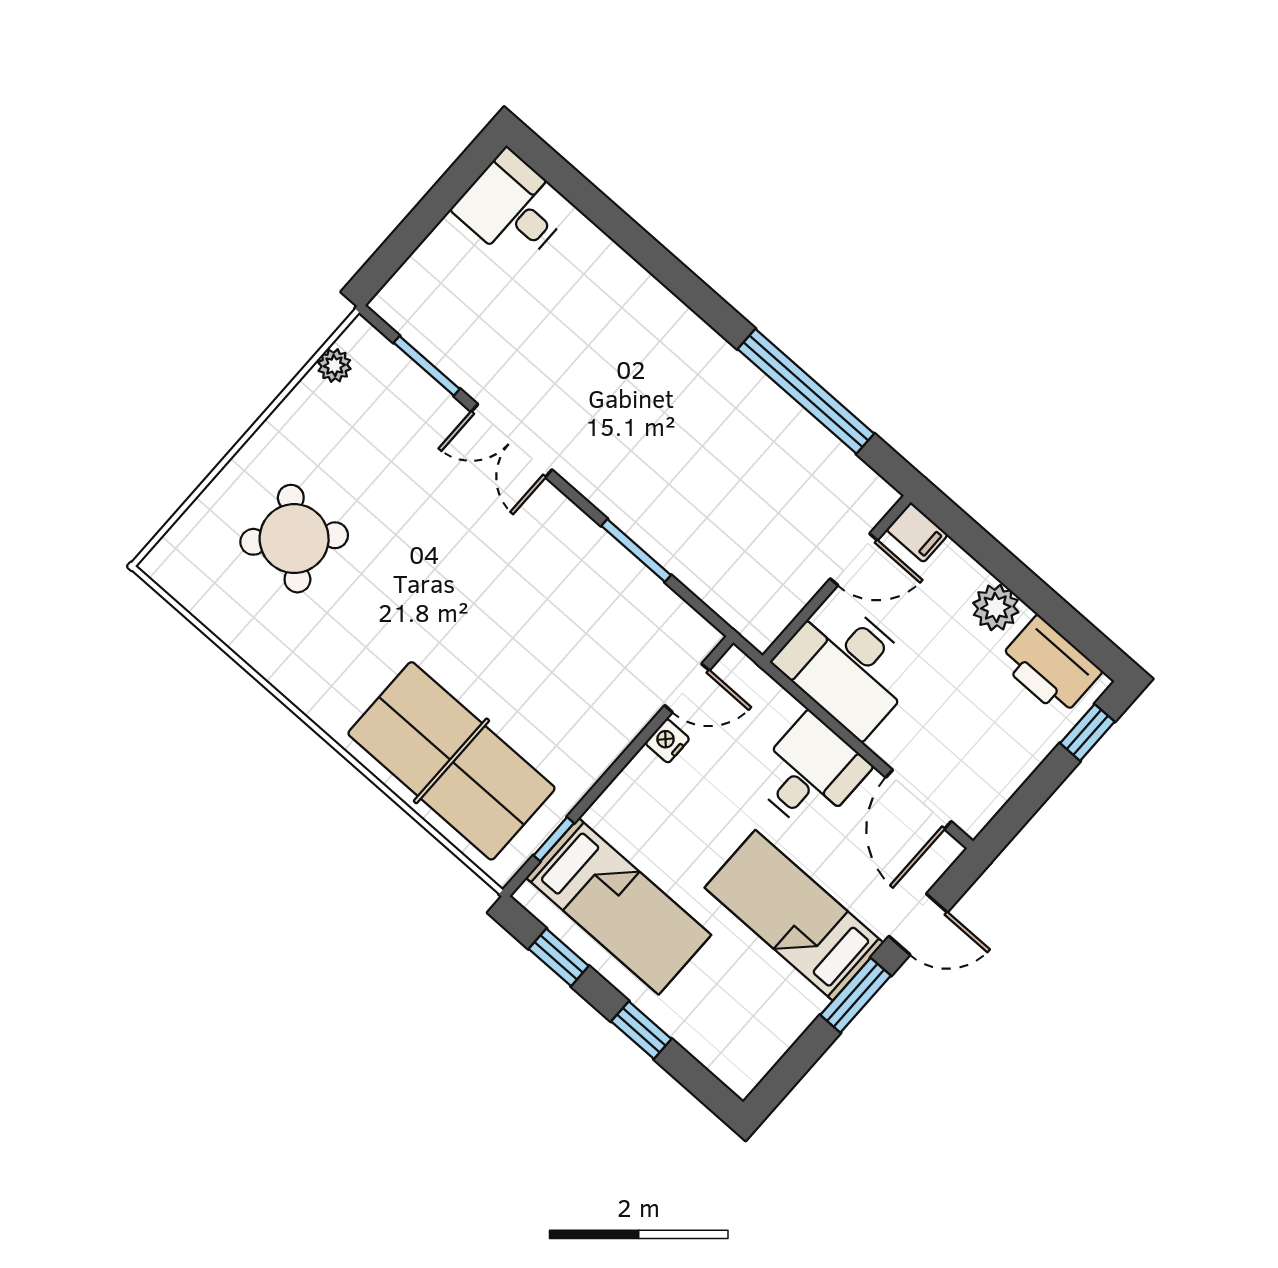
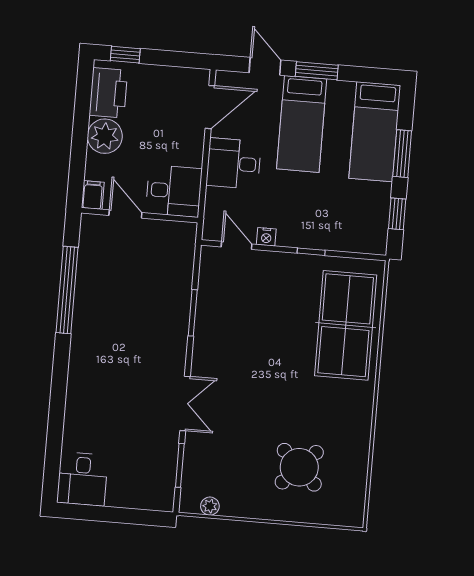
plant: (996, 608) -> (105, 136), width x1.36, depth x1.36
desk: (848, 666) -> (174, 191), width x0.73
window: (554, 839) -> (311, 252), moved
bed: (619, 906) -> (375, 132), moved, turned 180
window: (641, 1030) -> (402, 154), width x1.50

